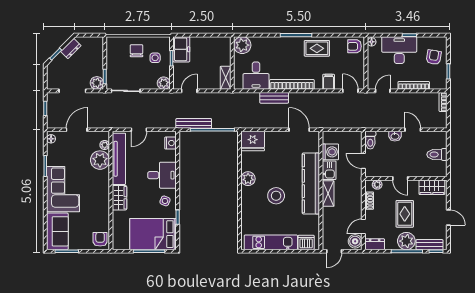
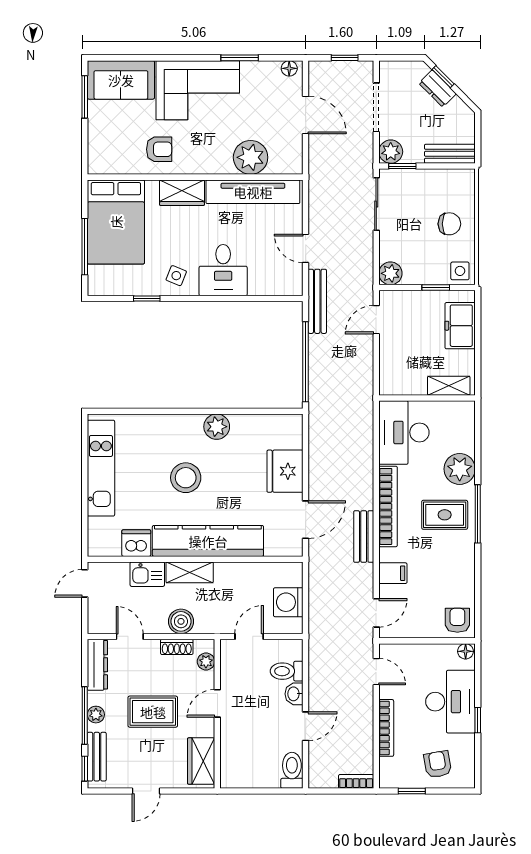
plant: (242, 45) -> (460, 469), moved
rug: (317, 48) -> (445, 515), moved, turned 90
dresser: (71, 49) -> (438, 88), moved
freezer: (181, 49) -> (460, 326), moved, turned 90
bench: (98, 50) -> (450, 154), added
armchair: (434, 57) -> (438, 764), turned -109
side table: (155, 58) -> (460, 271), moved
desk: (256, 76) -> (404, 432), width x1.37
shelving: (226, 78) -> (449, 386), moved
door: (189, 91) -> (376, 320), swing flipped
bench: (274, 98) -> (364, 537), moved
bench: (194, 123) -> (317, 301), moved
door: (139, 130) -> (306, 248), moved
toilet: (370, 140) -> (287, 671), moved
fridge: (253, 141) -> (285, 471), moved
nightstand: (171, 143) -> (281, 286), removed
plant: (105, 145) -> (278, 166), removed
washing machine: (330, 152) -> (288, 602), moved, turned 90
toilet: (437, 154) -> (292, 770), moved
kitchen sink: (329, 170) -> (147, 574), moved
bed: (153, 234) -> (116, 222), moved, turned 180
armchair: (100, 239) -> (159, 149), moved
boiler: (355, 241) -> (181, 621), moved
plant: (406, 241) -> (96, 715), width x0.53, depth x0.53
dishwasher: (306, 242) -> (136, 543), moved, turned -90
dresser: (375, 244) -> (97, 665), width x1.44
door: (334, 251) -> (85, 583), hinge flipped

